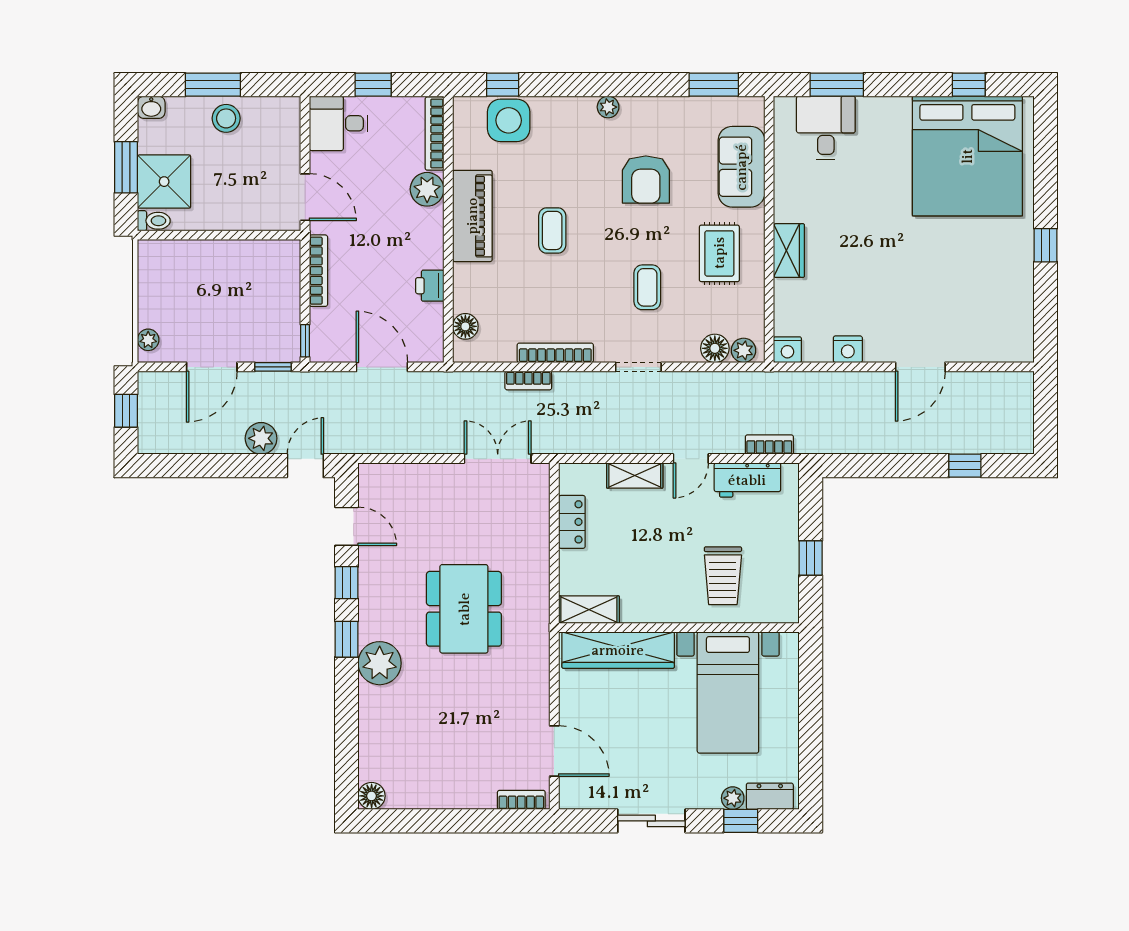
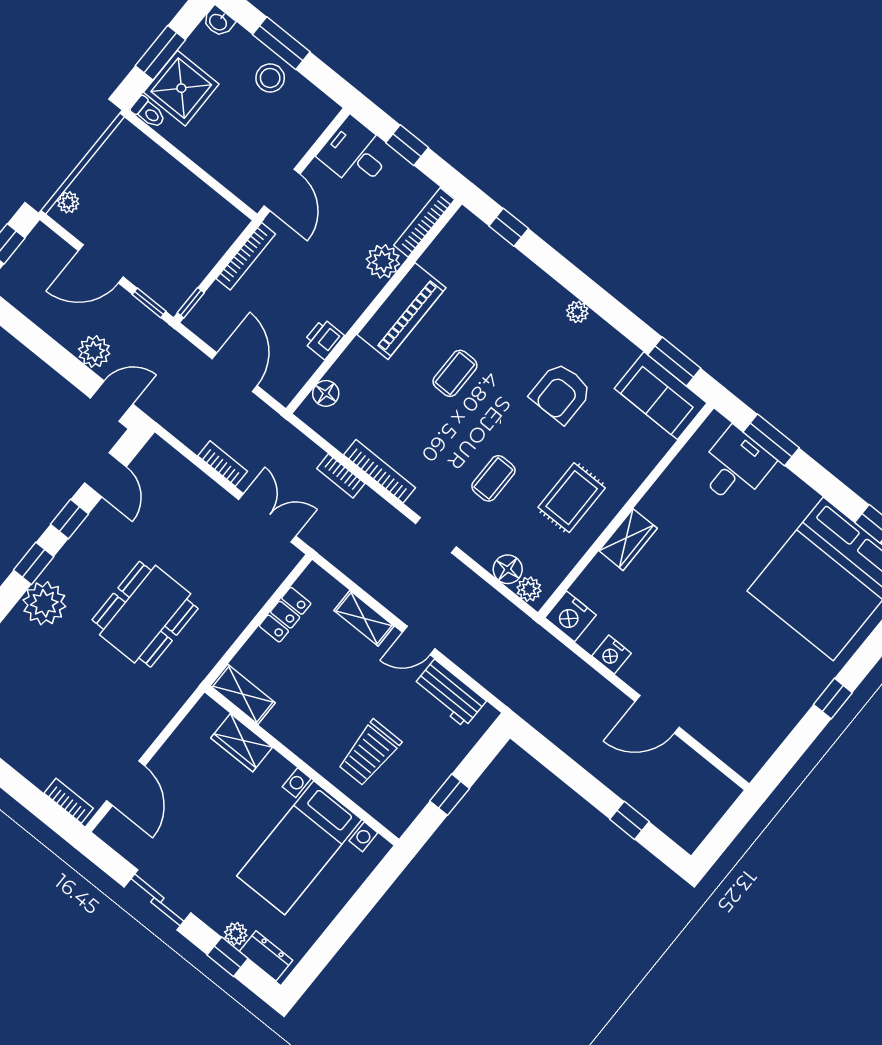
side table: (509, 120) -> (491, 259), removed
sofa: (741, 167) -> (661, 396), moved, turned -90
nightstand: (787, 350) -> (570, 616), width x1.36, depth x1.33
bookcase: (769, 445) -> (223, 464), moved
wardrobe: (618, 650) -> (242, 743), width x0.48, depth x0.85

